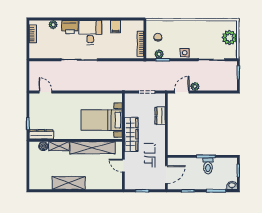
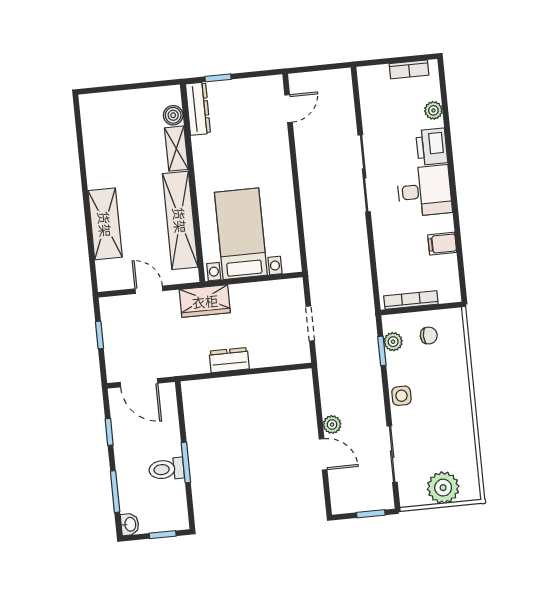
door: (182, 92) -> (323, 454), moved
dresser: (160, 116) -> (229, 360), moved
wardrobe: (131, 134) -> (205, 301), width x0.67
door: (123, 166) -> (149, 290), hinge flipped
shelving: (69, 183) -> (105, 224), moved

